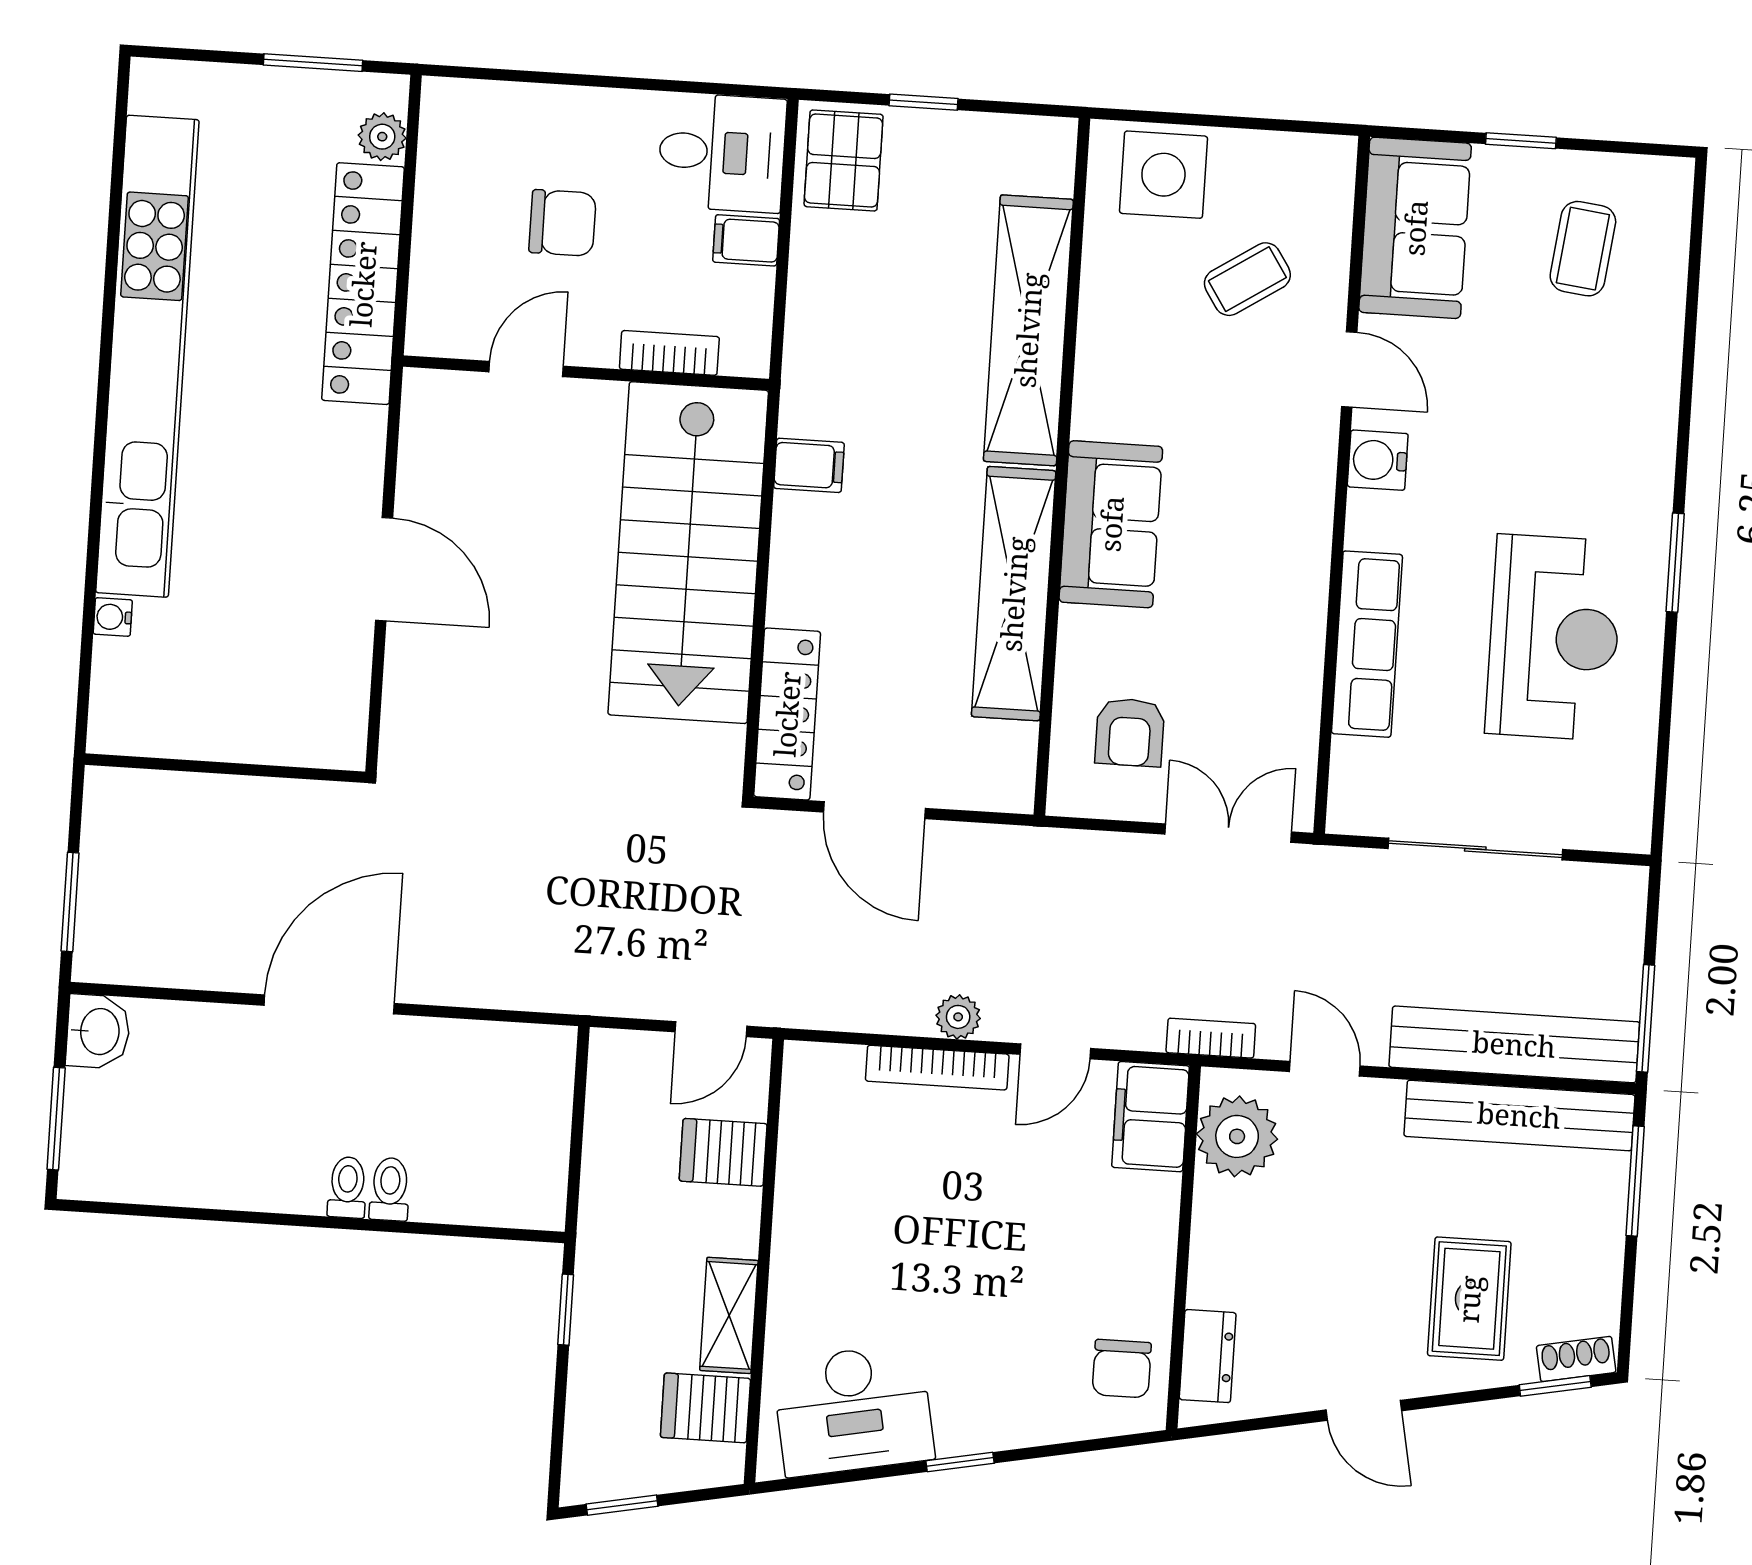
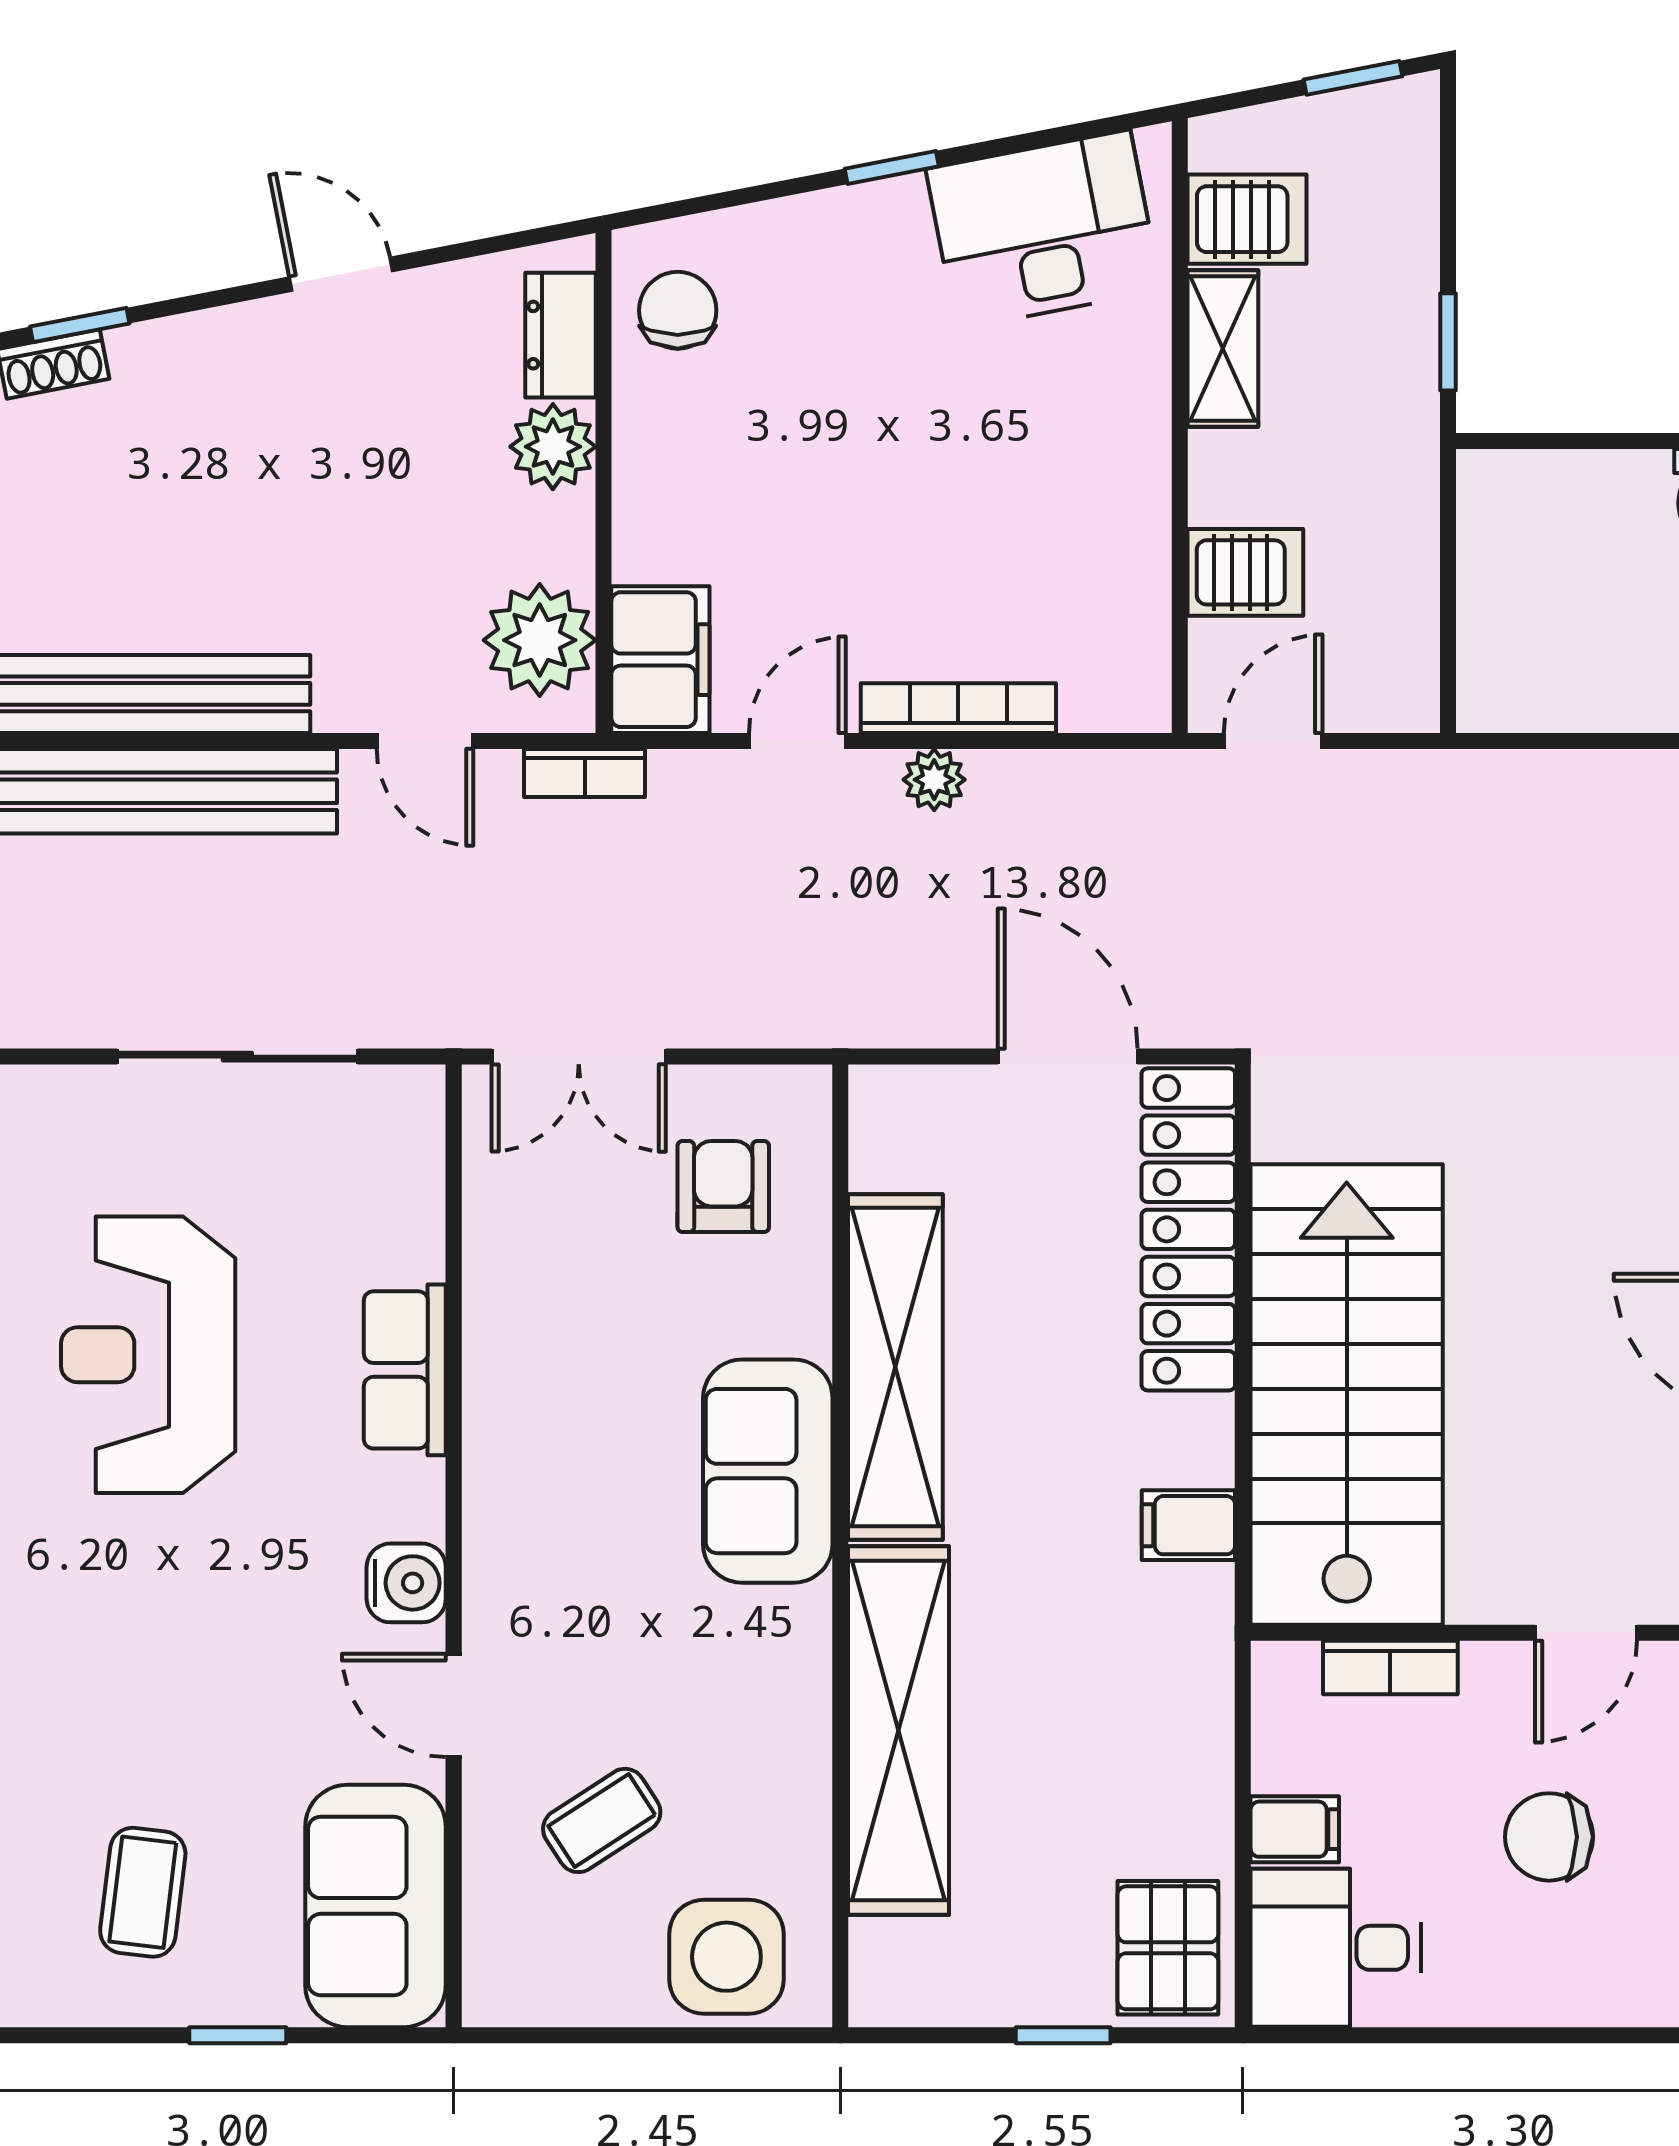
row of seats: (1367, 644) -> (405, 1370), width x0.68
locker: (787, 714) -> (1188, 1229), width x1.41, depth x1.21
plant: (1218, 1276) -> (553, 447), added
rug: (1469, 1299) -> (206, 437), removed

